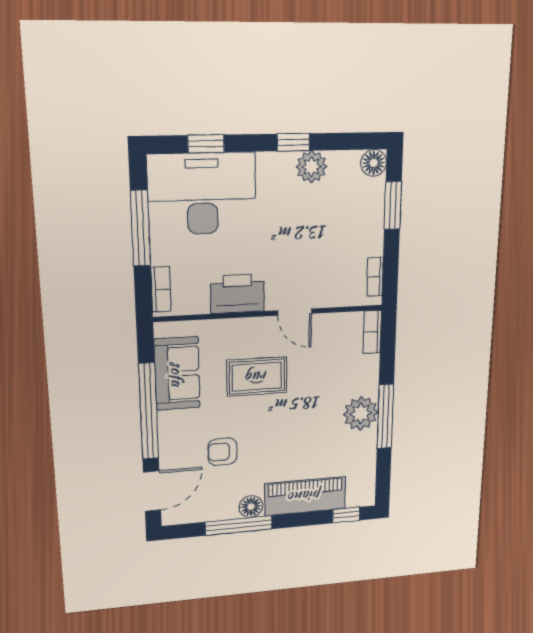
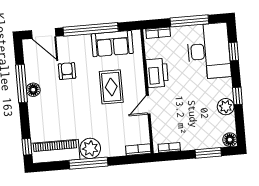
piano: (305, 496) -> (55, 151), moved, turned -90

